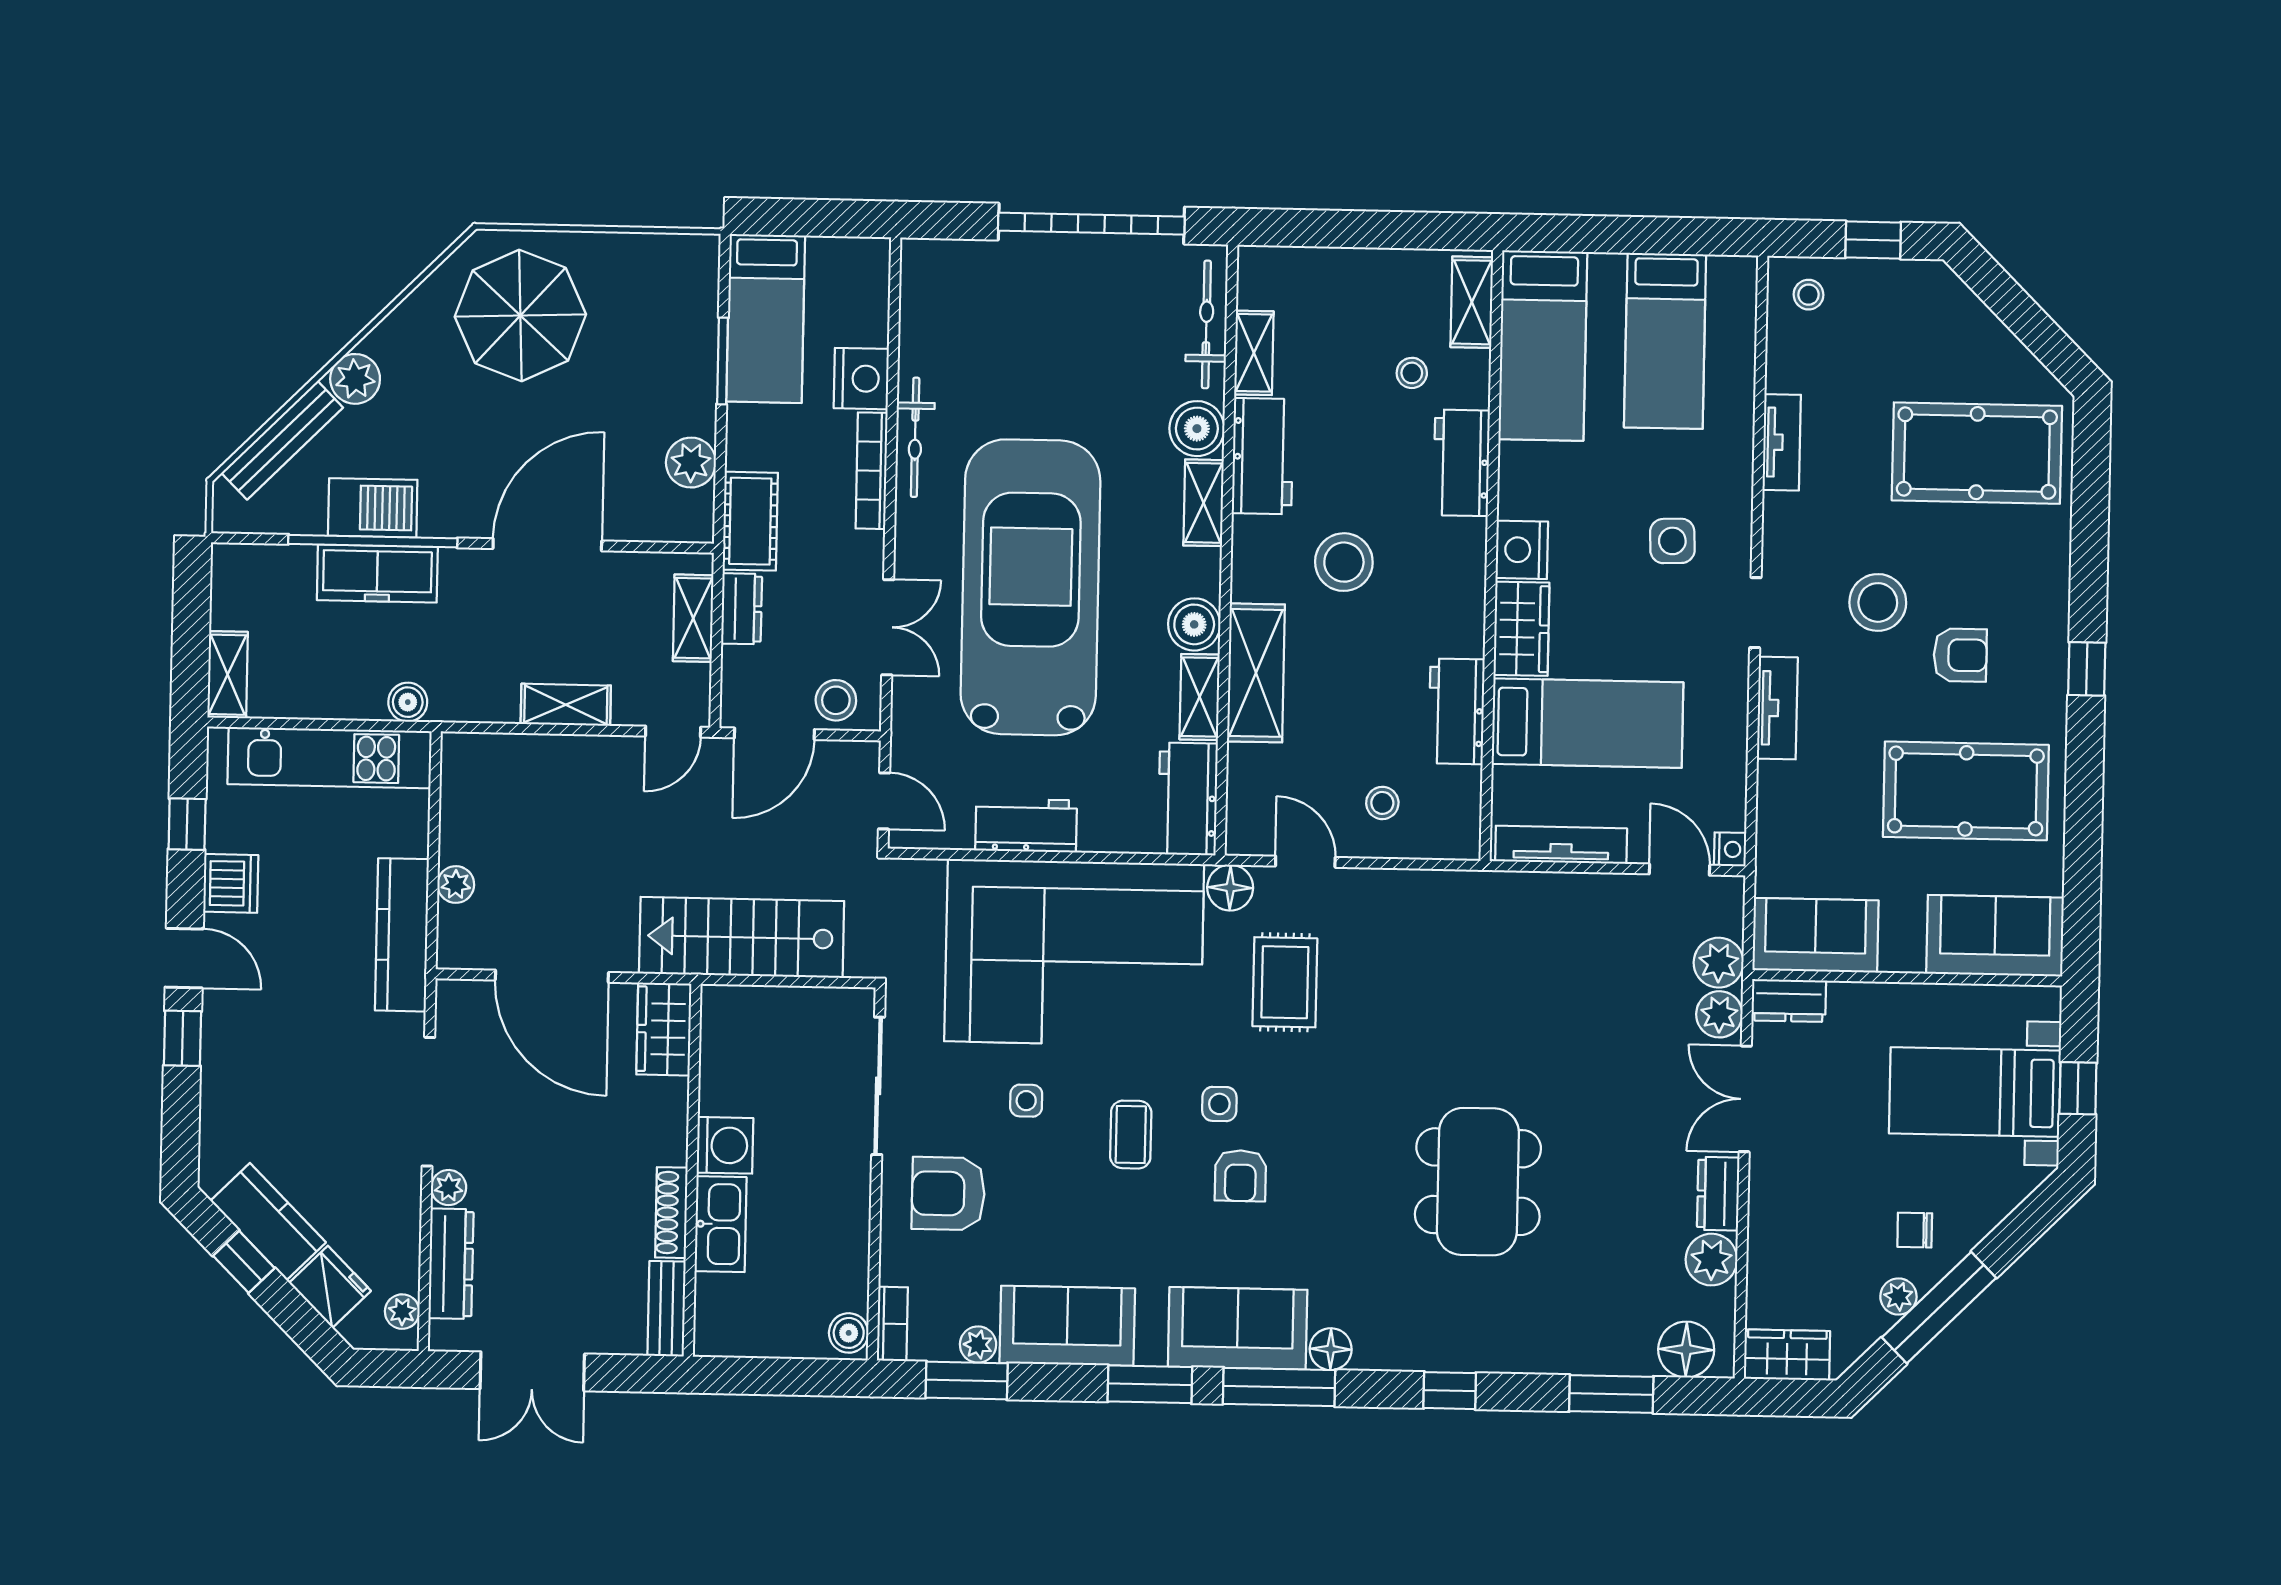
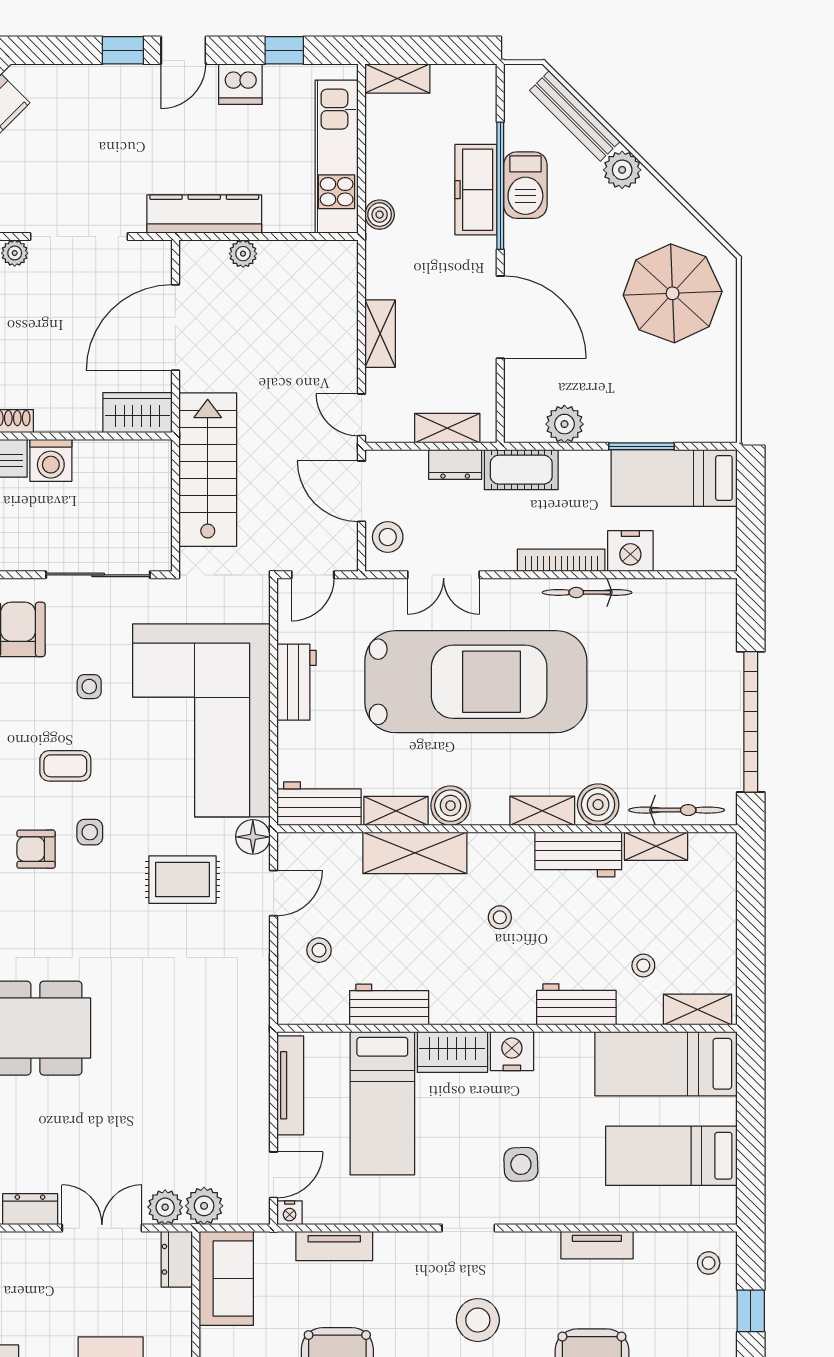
stool: (1344, 562) -> (500, 917), width x0.53, depth x0.53
tv unit: (1777, 708) -> (334, 1246), moved

